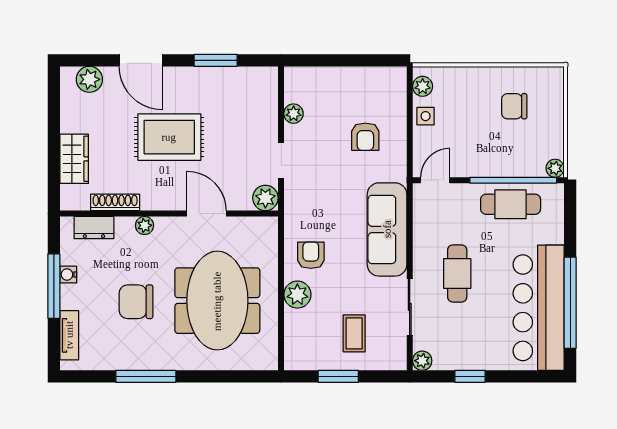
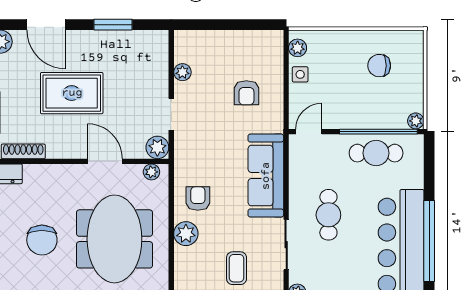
plant: (145, 225) -> (151, 172), moved
chair: (136, 302) -> (42, 240), turned -90

